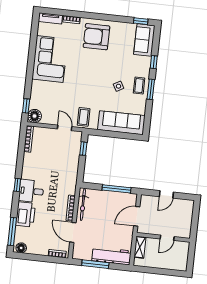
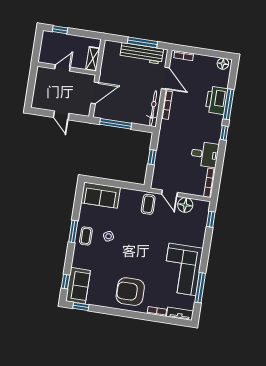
armchair: (96, 37) -> (130, 292), turned 180
window: (33, 43) -> (200, 288), added
window: (154, 62) -> (66, 282), moved
floor lamp: (34, 116) -> (185, 205), moved
sofa: (121, 123) -> (101, 195), width x0.73
window: (83, 149) -> (152, 157), moved
desk: (31, 191) -> (205, 154), moved
door: (166, 194) -> (61, 115), swing flipped
window: (12, 231) -> (229, 104), moved
workbench: (111, 256) -> (142, 53), moved
window: (171, 272) -> (60, 30), added

